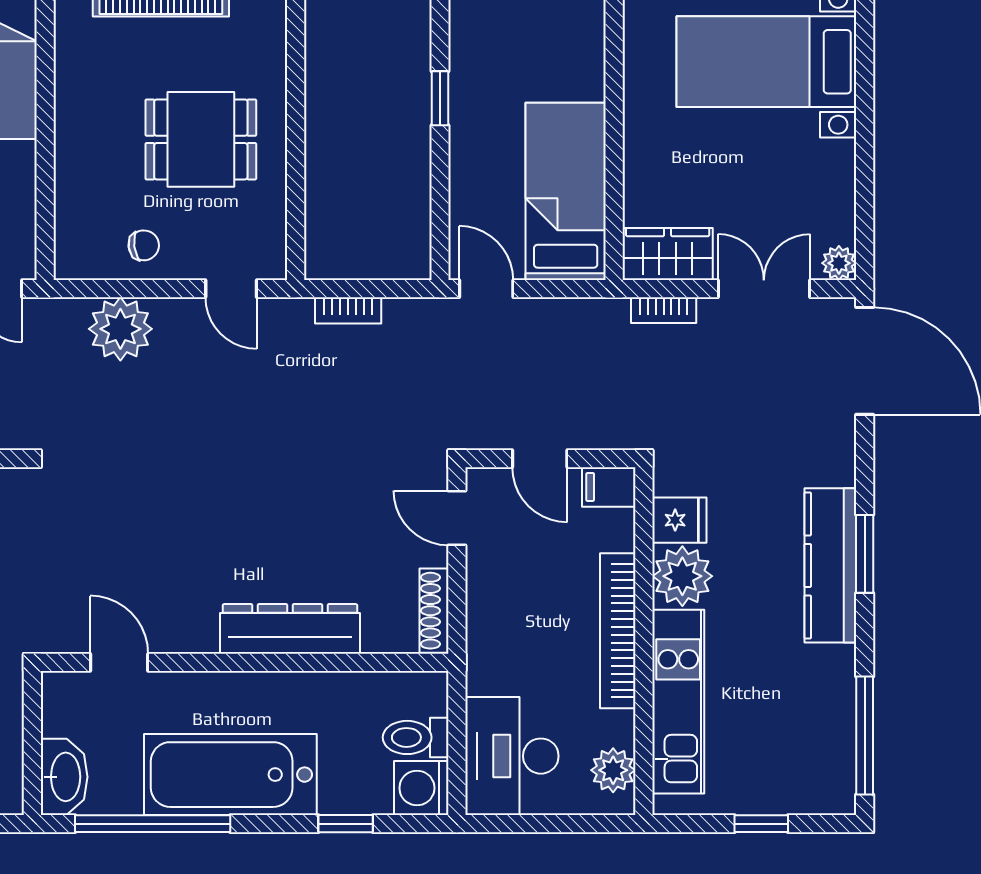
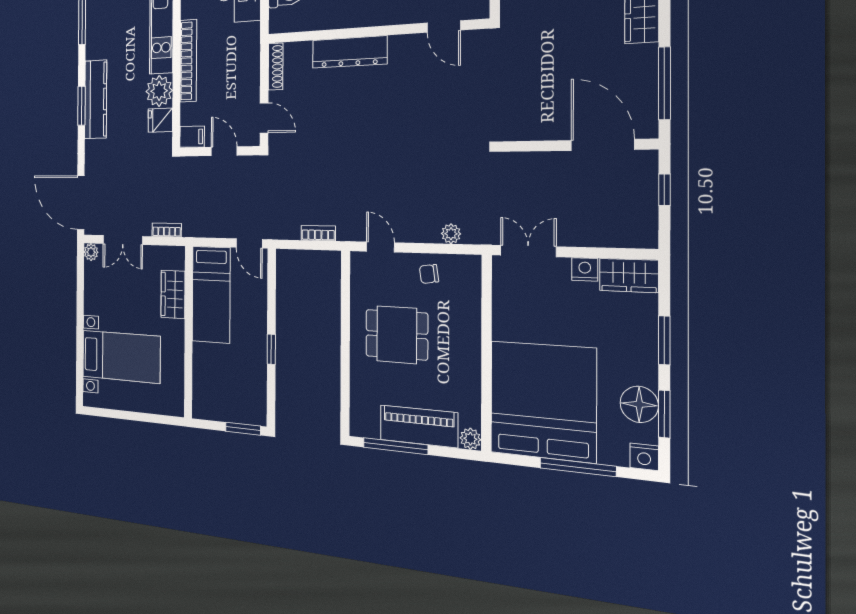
wardrobe: (668, 254) -> (173, 294), moved, turned 90
plant: (120, 329) -> (451, 234), width x0.53, depth x0.53

